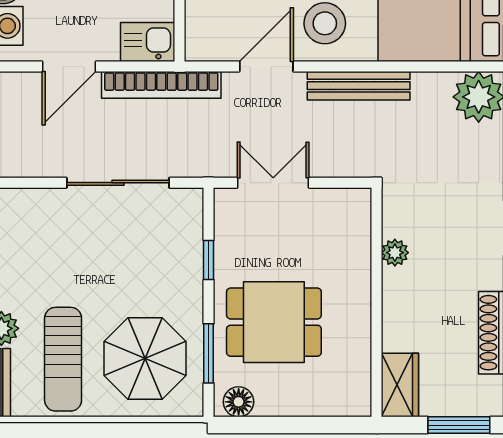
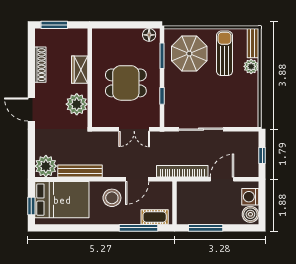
kitchen sink: (148, 42) -> (188, 190), removed
bench: (359, 86) -> (80, 171), moved
plant: (395, 253) -> (77, 104), width x1.87, depth x1.87
dining table: (274, 322) -> (126, 83), moved
wardrobe: (400, 385) -> (80, 70), moved

